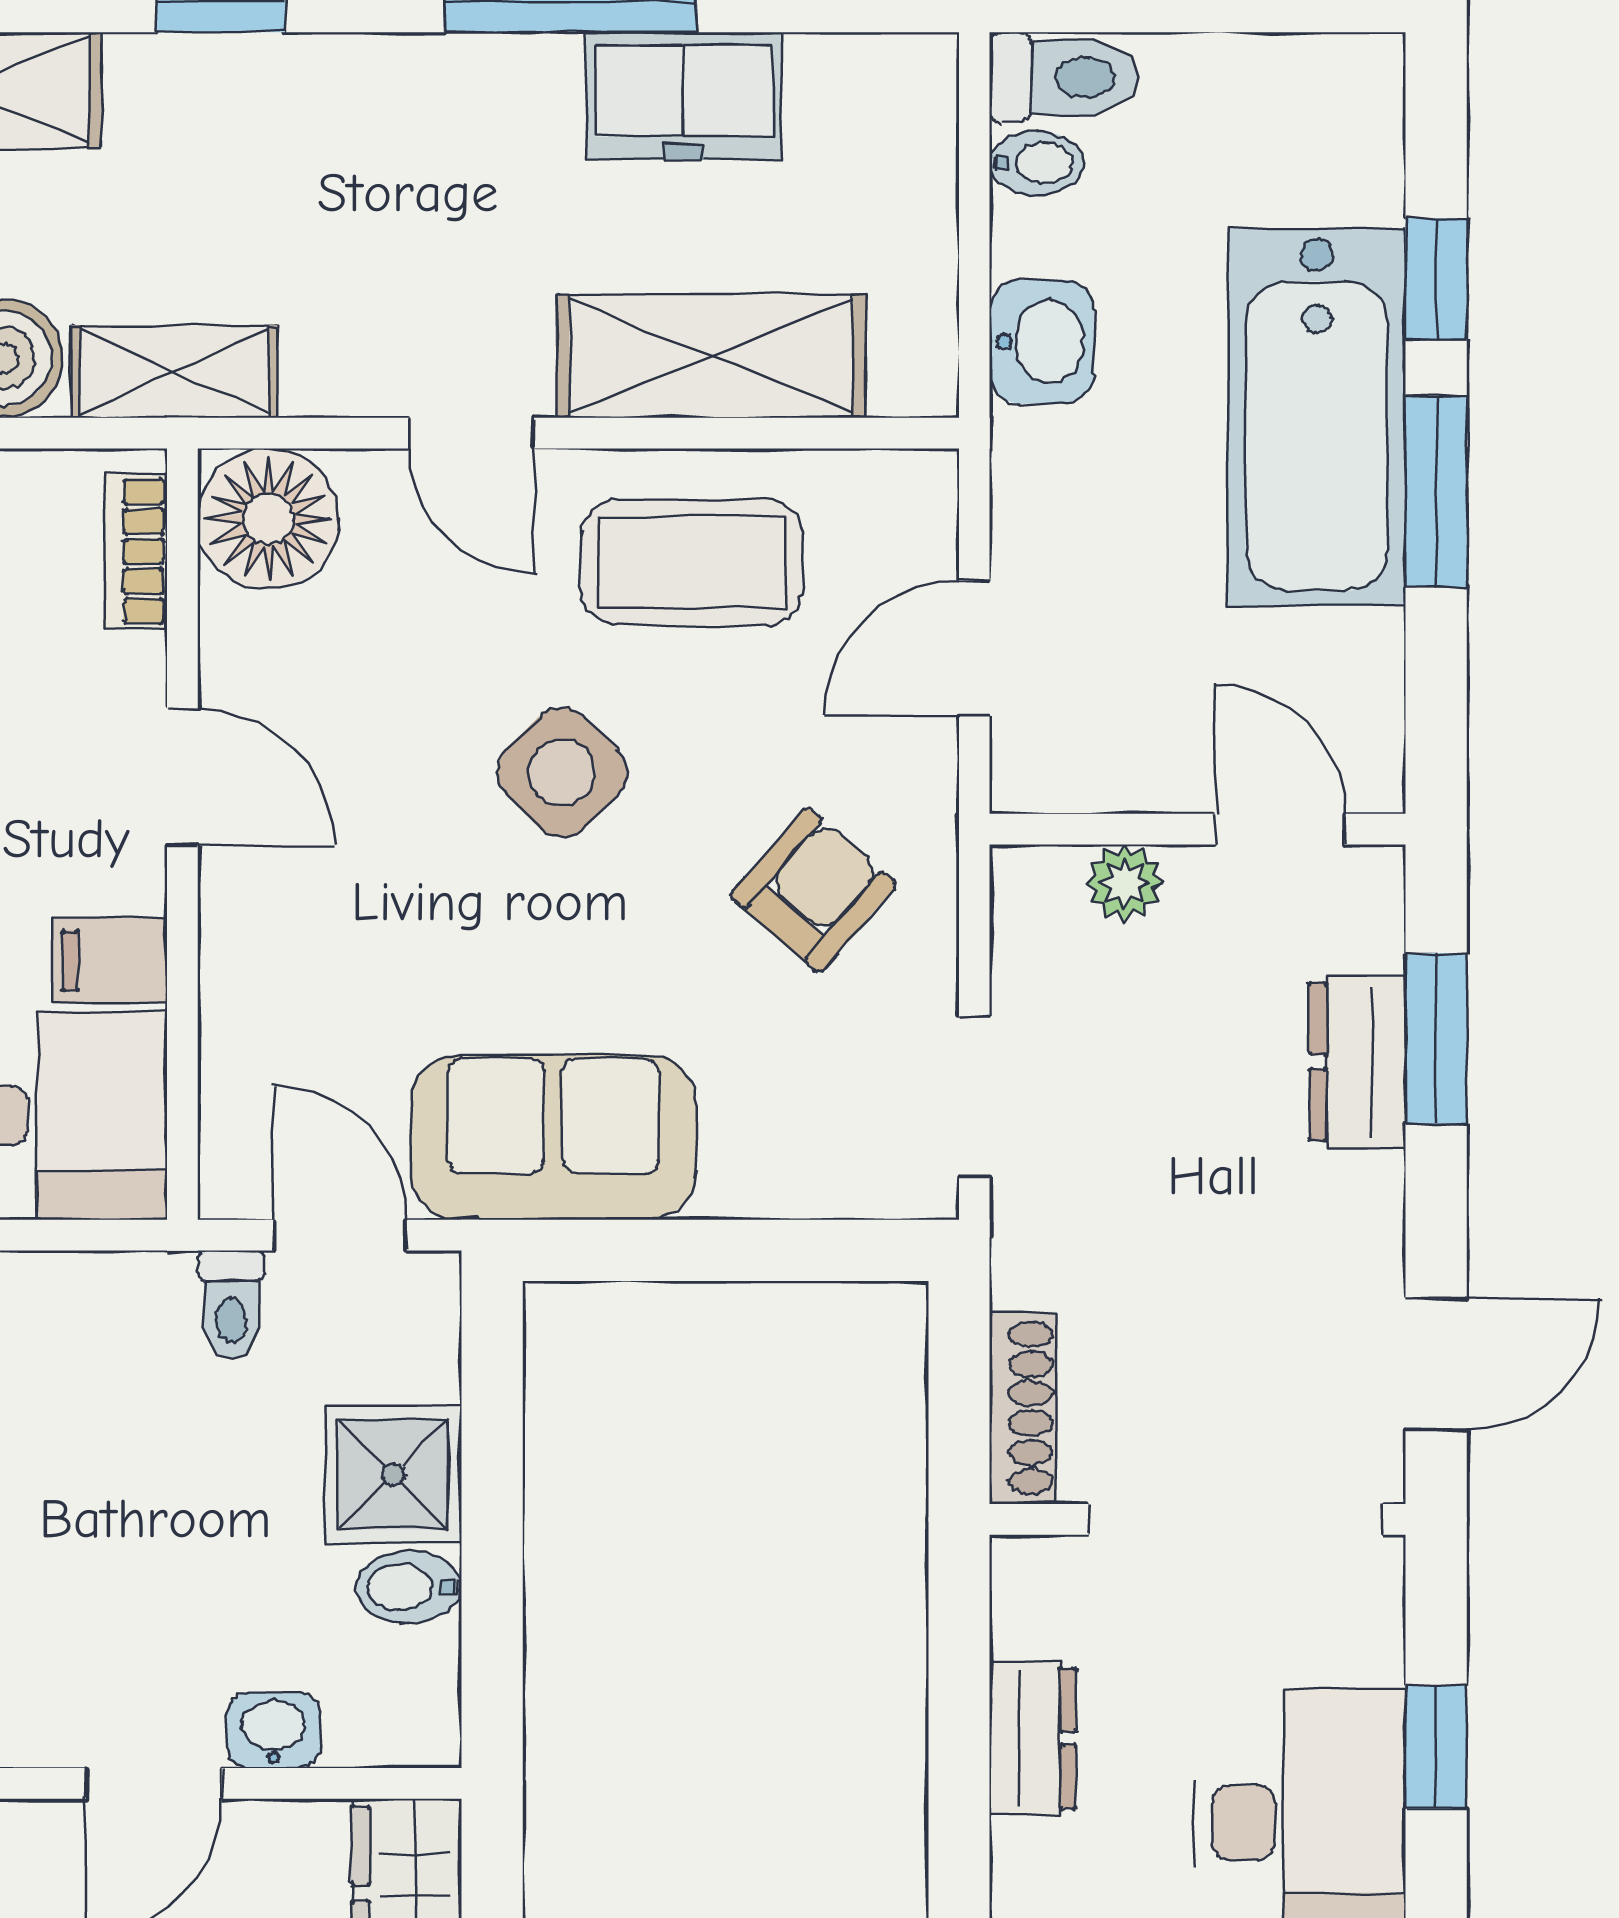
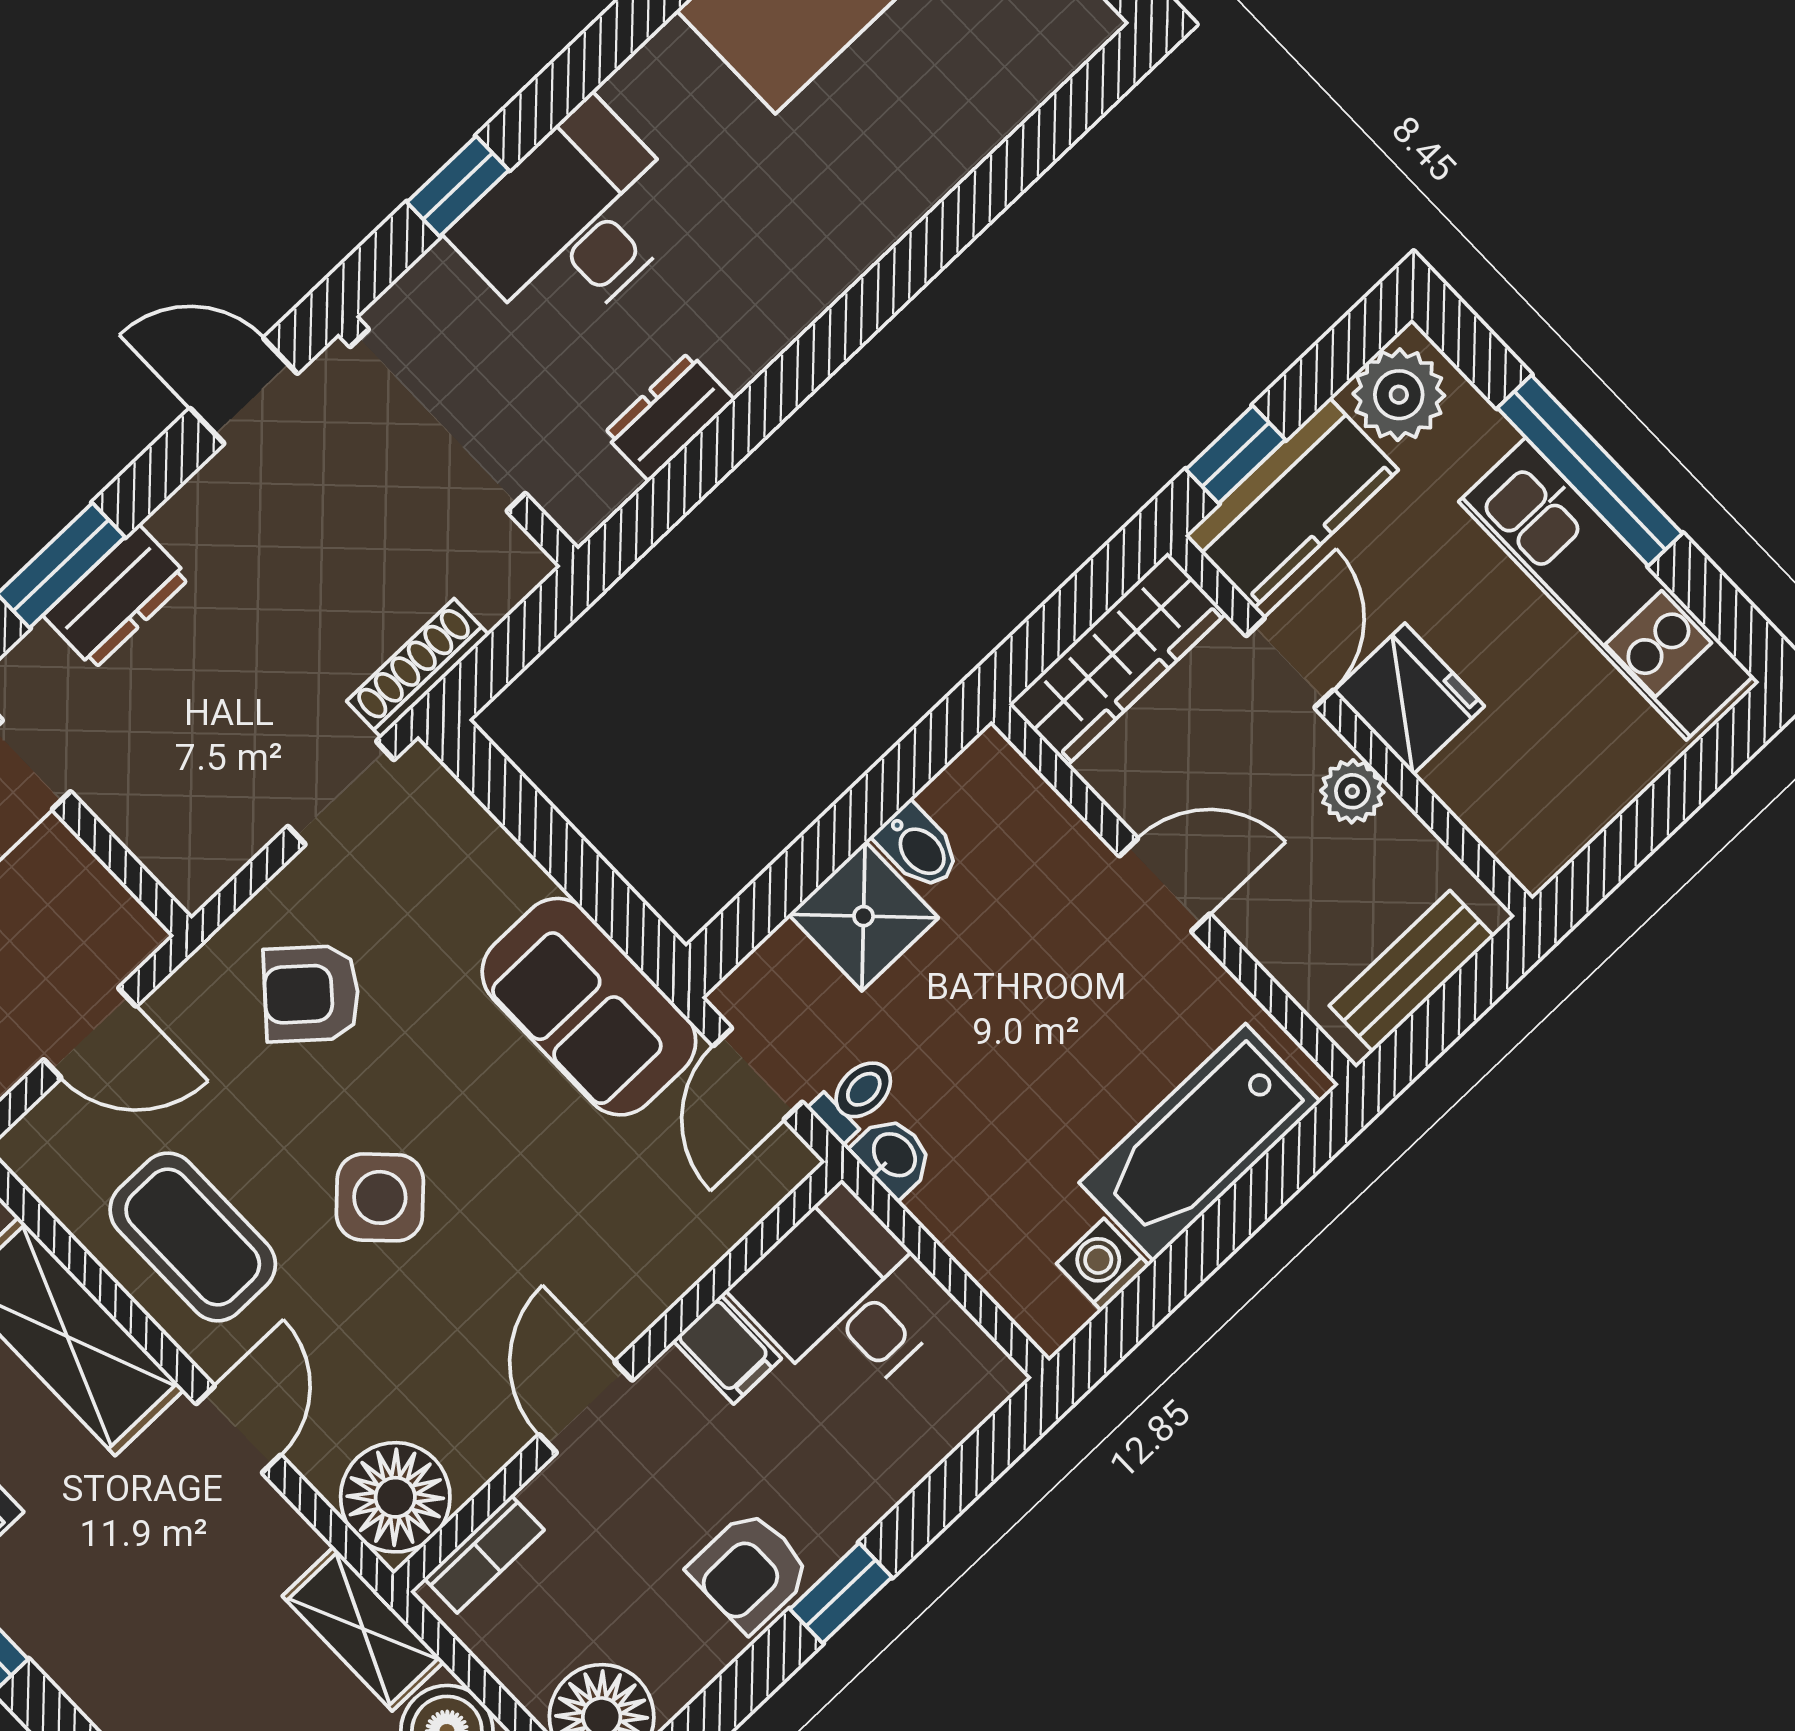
plant: (1125, 883) -> (140, 823), removed
shoe rack: (1022, 1408) -> (418, 668), moved
washbasin: (274, 1730) -> (893, 1156), moved, turned 180

